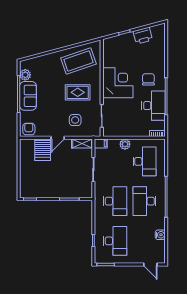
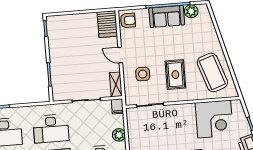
corner desk: (118, 83) -> (214, 119), moved
server rack: (43, 150) -> (107, 24), moved, turned -90

